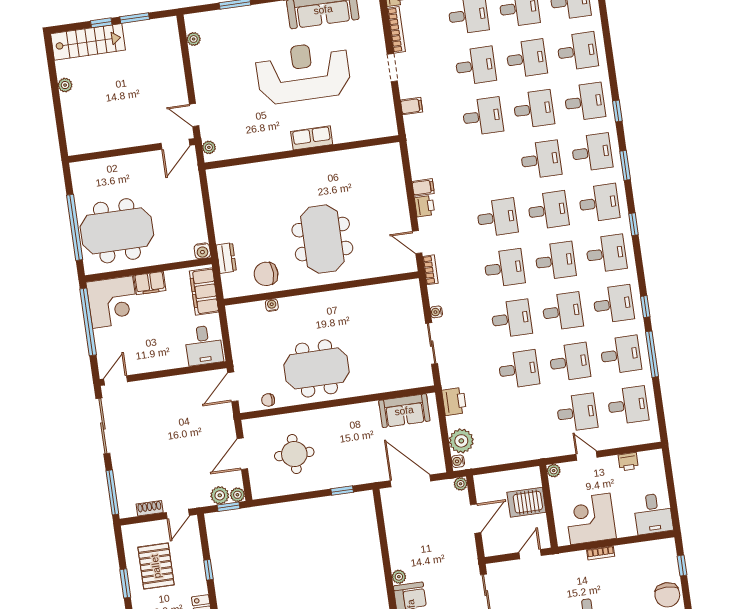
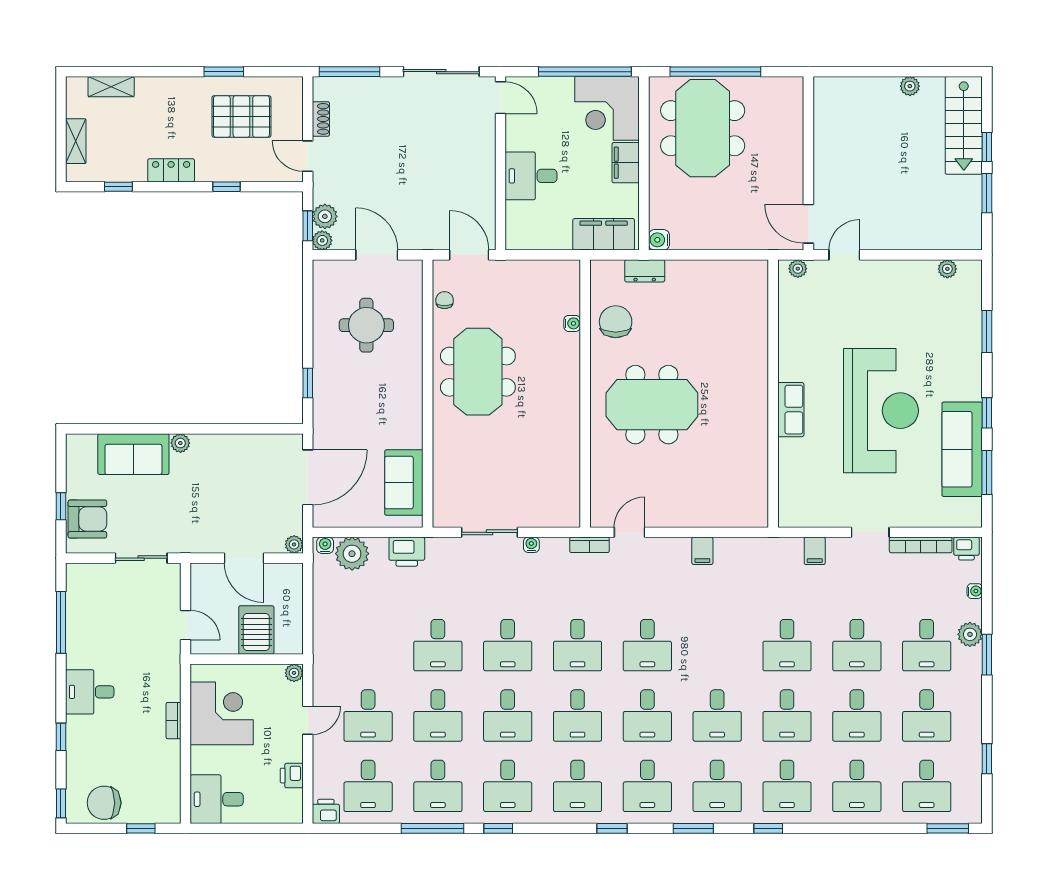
printer: (425, 206) -> (326, 811), moved, turned 180
desk: (204, 345) -> (531, 176), moved

